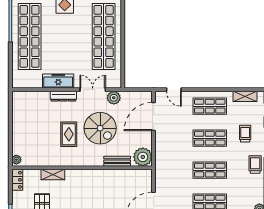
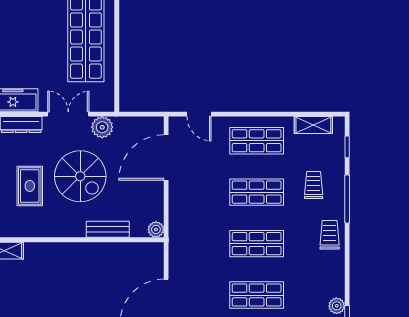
plant: (143, 157) -> (156, 229), width x0.53, depth x0.53

